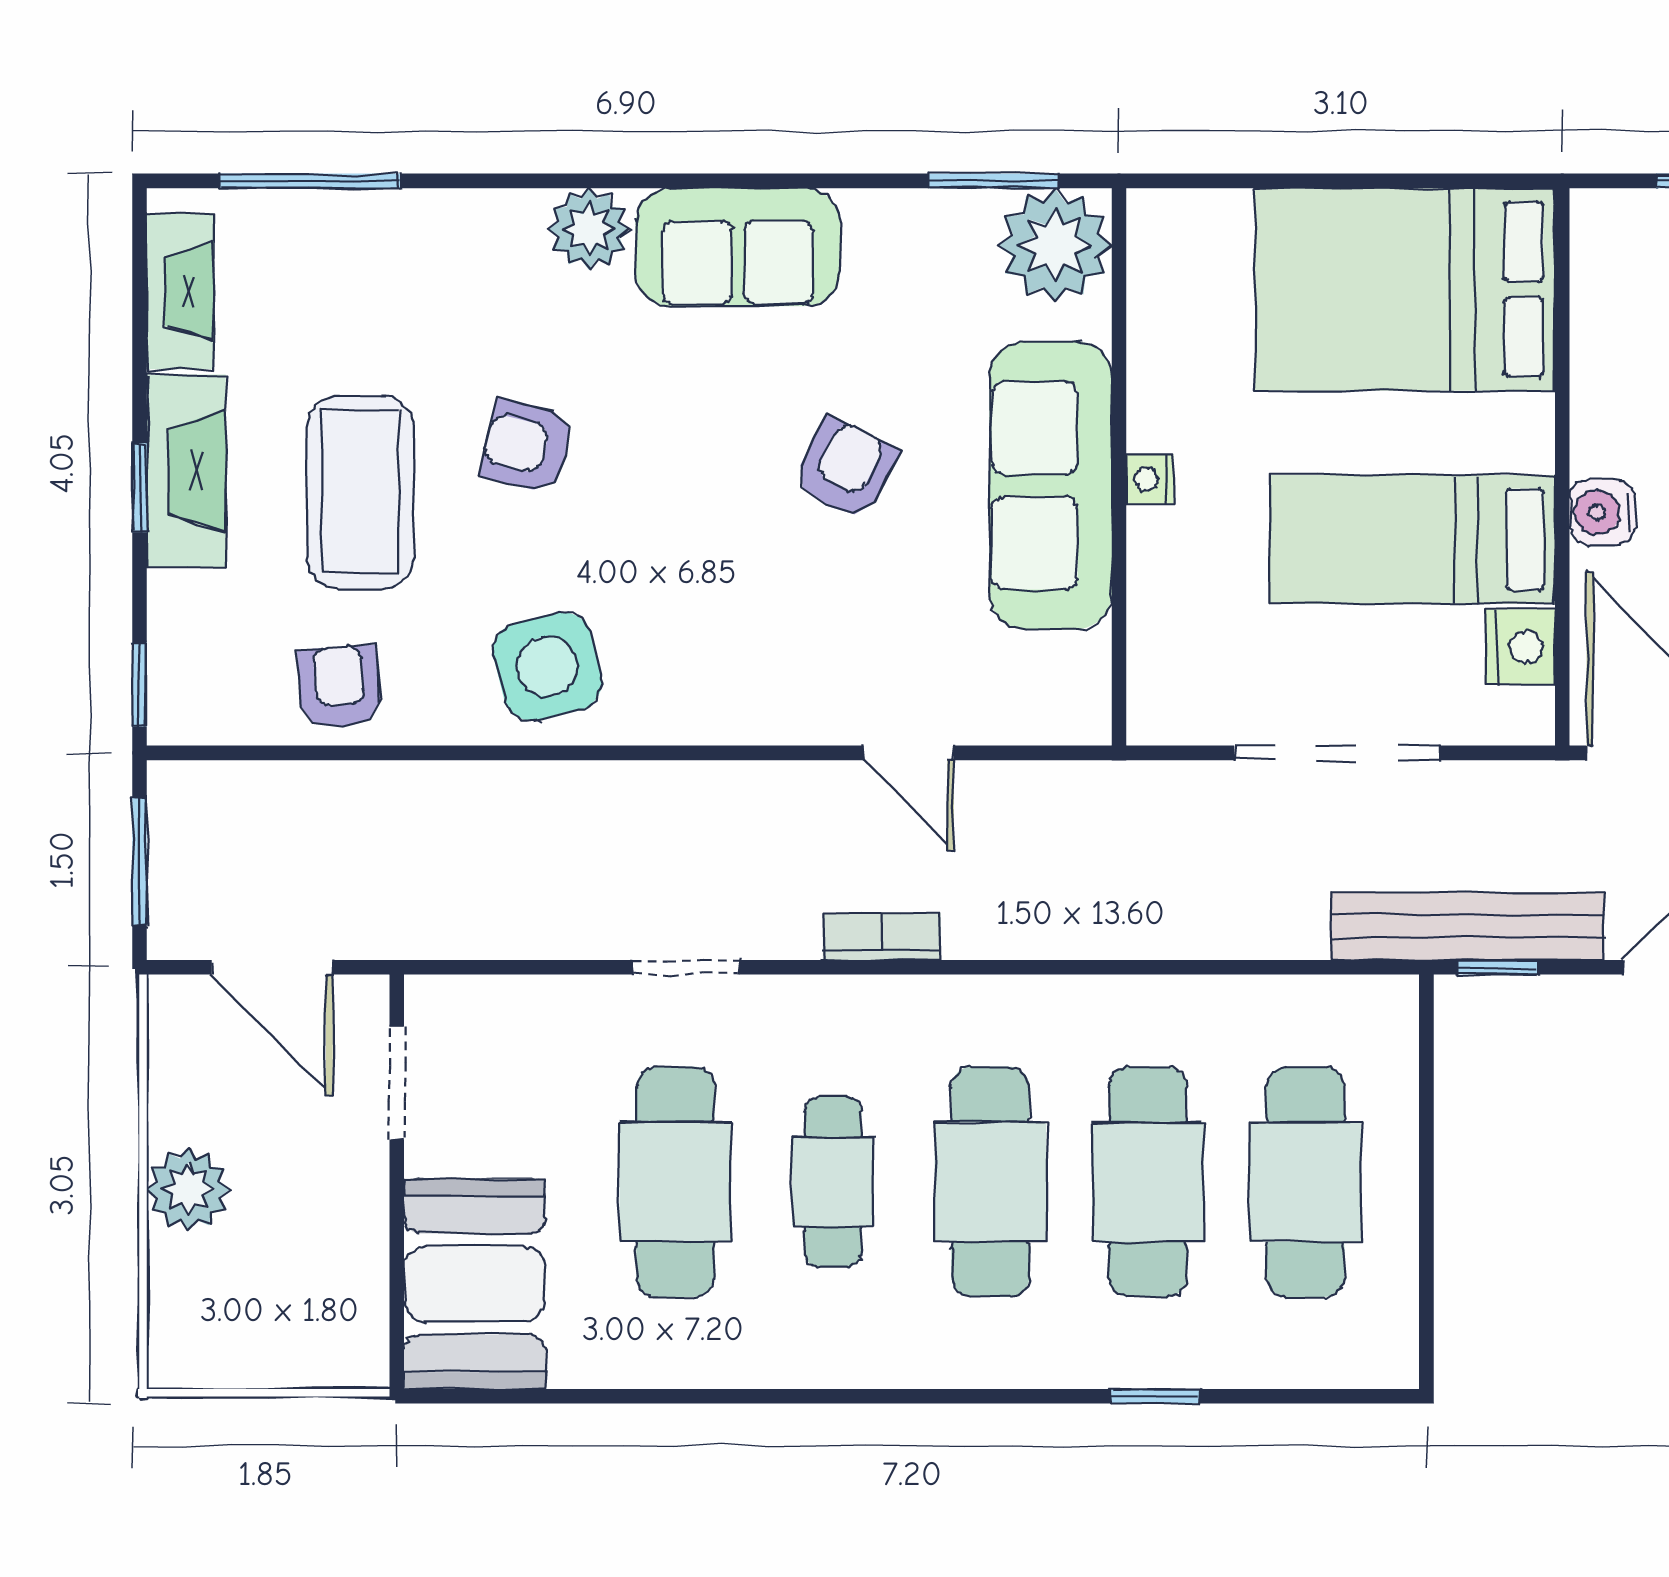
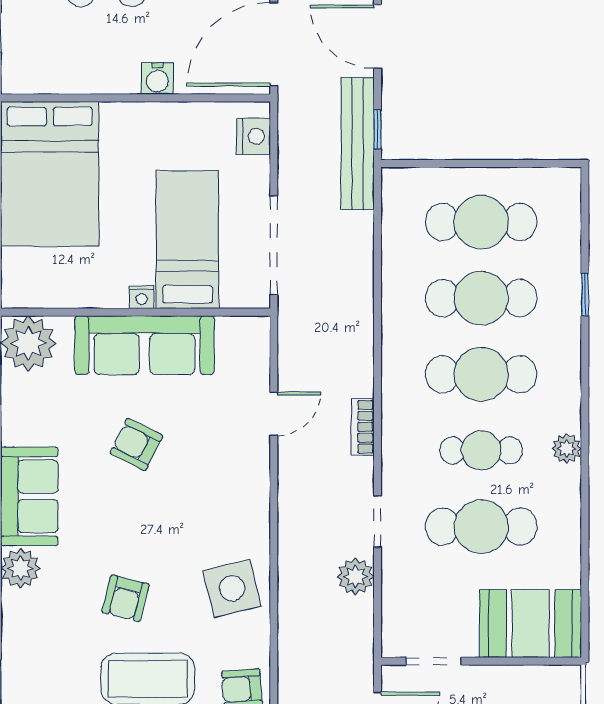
bed: (1412, 539) -> (187, 240), moved, turned 180
nightstand: (1521, 647) -> (254, 136), moved, turned 90
doorway: (1337, 753) -> (274, 245), moved
plant: (572, 922) -> (356, 576), added
plant: (837, 1359) -> (567, 449), added

